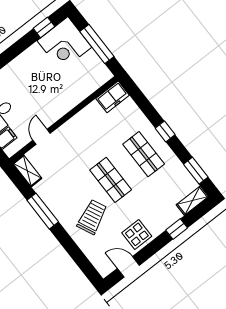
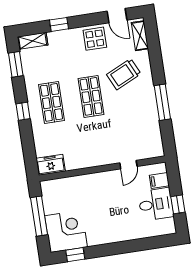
shelving: (27, 171) -> (140, 36), moved

